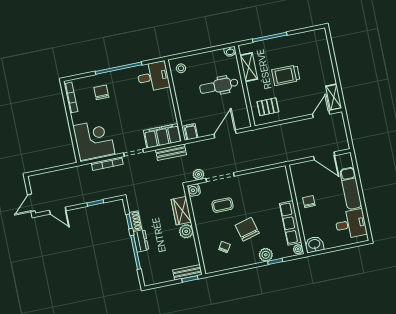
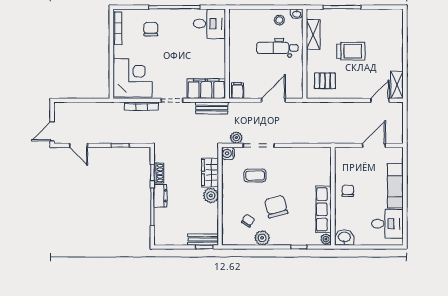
stool: (181, 68) -> (279, 20), moved
trolley: (286, 75) -> (351, 51), turned 180
door: (324, 156) -> (374, 145), swing flipped
plant: (266, 255) -> (262, 238), moved

